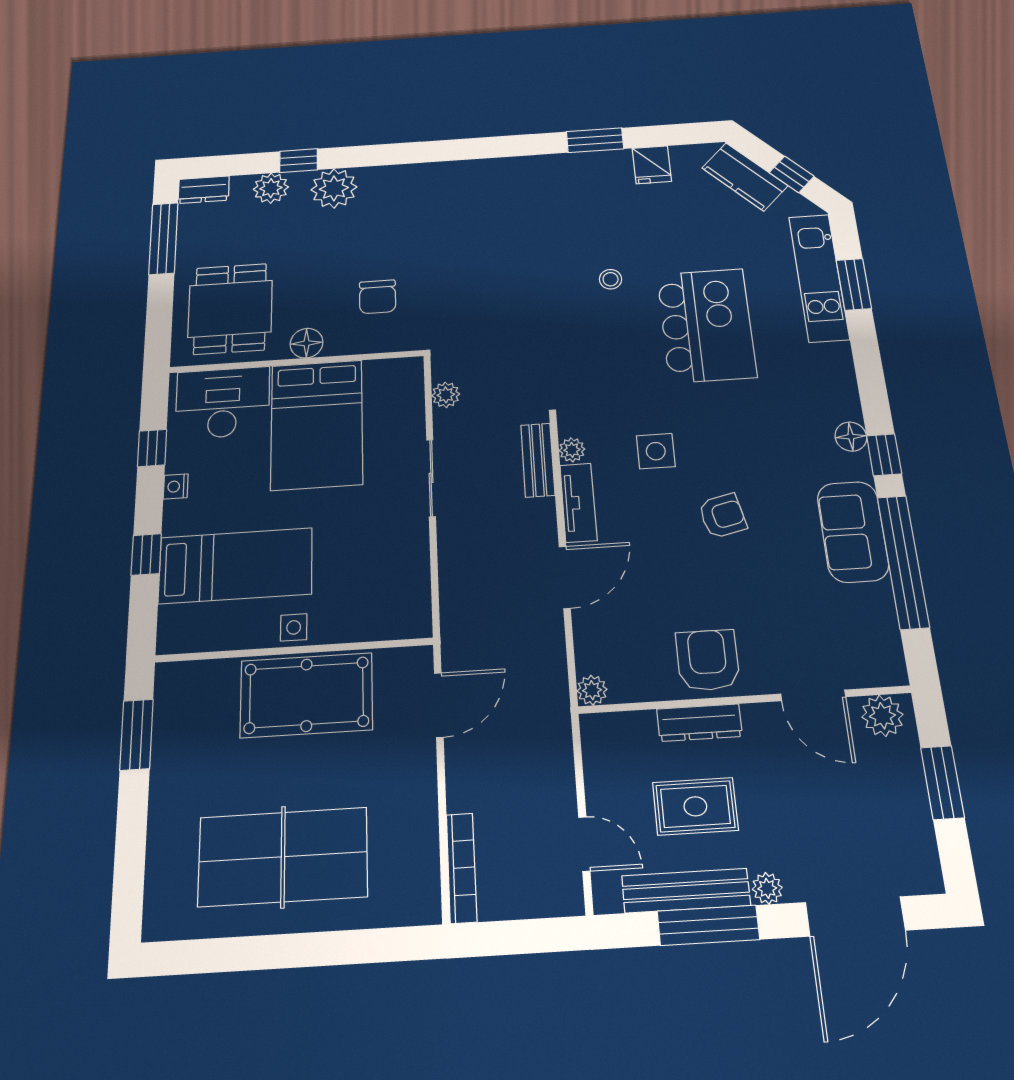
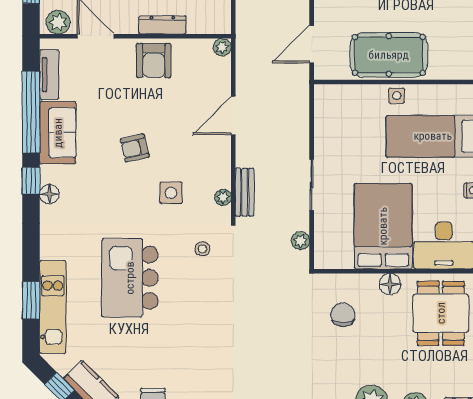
stool: (611, 279) -> (202, 249), moved
tv unit: (578, 503) -> (49, 75), moved, turned 180

